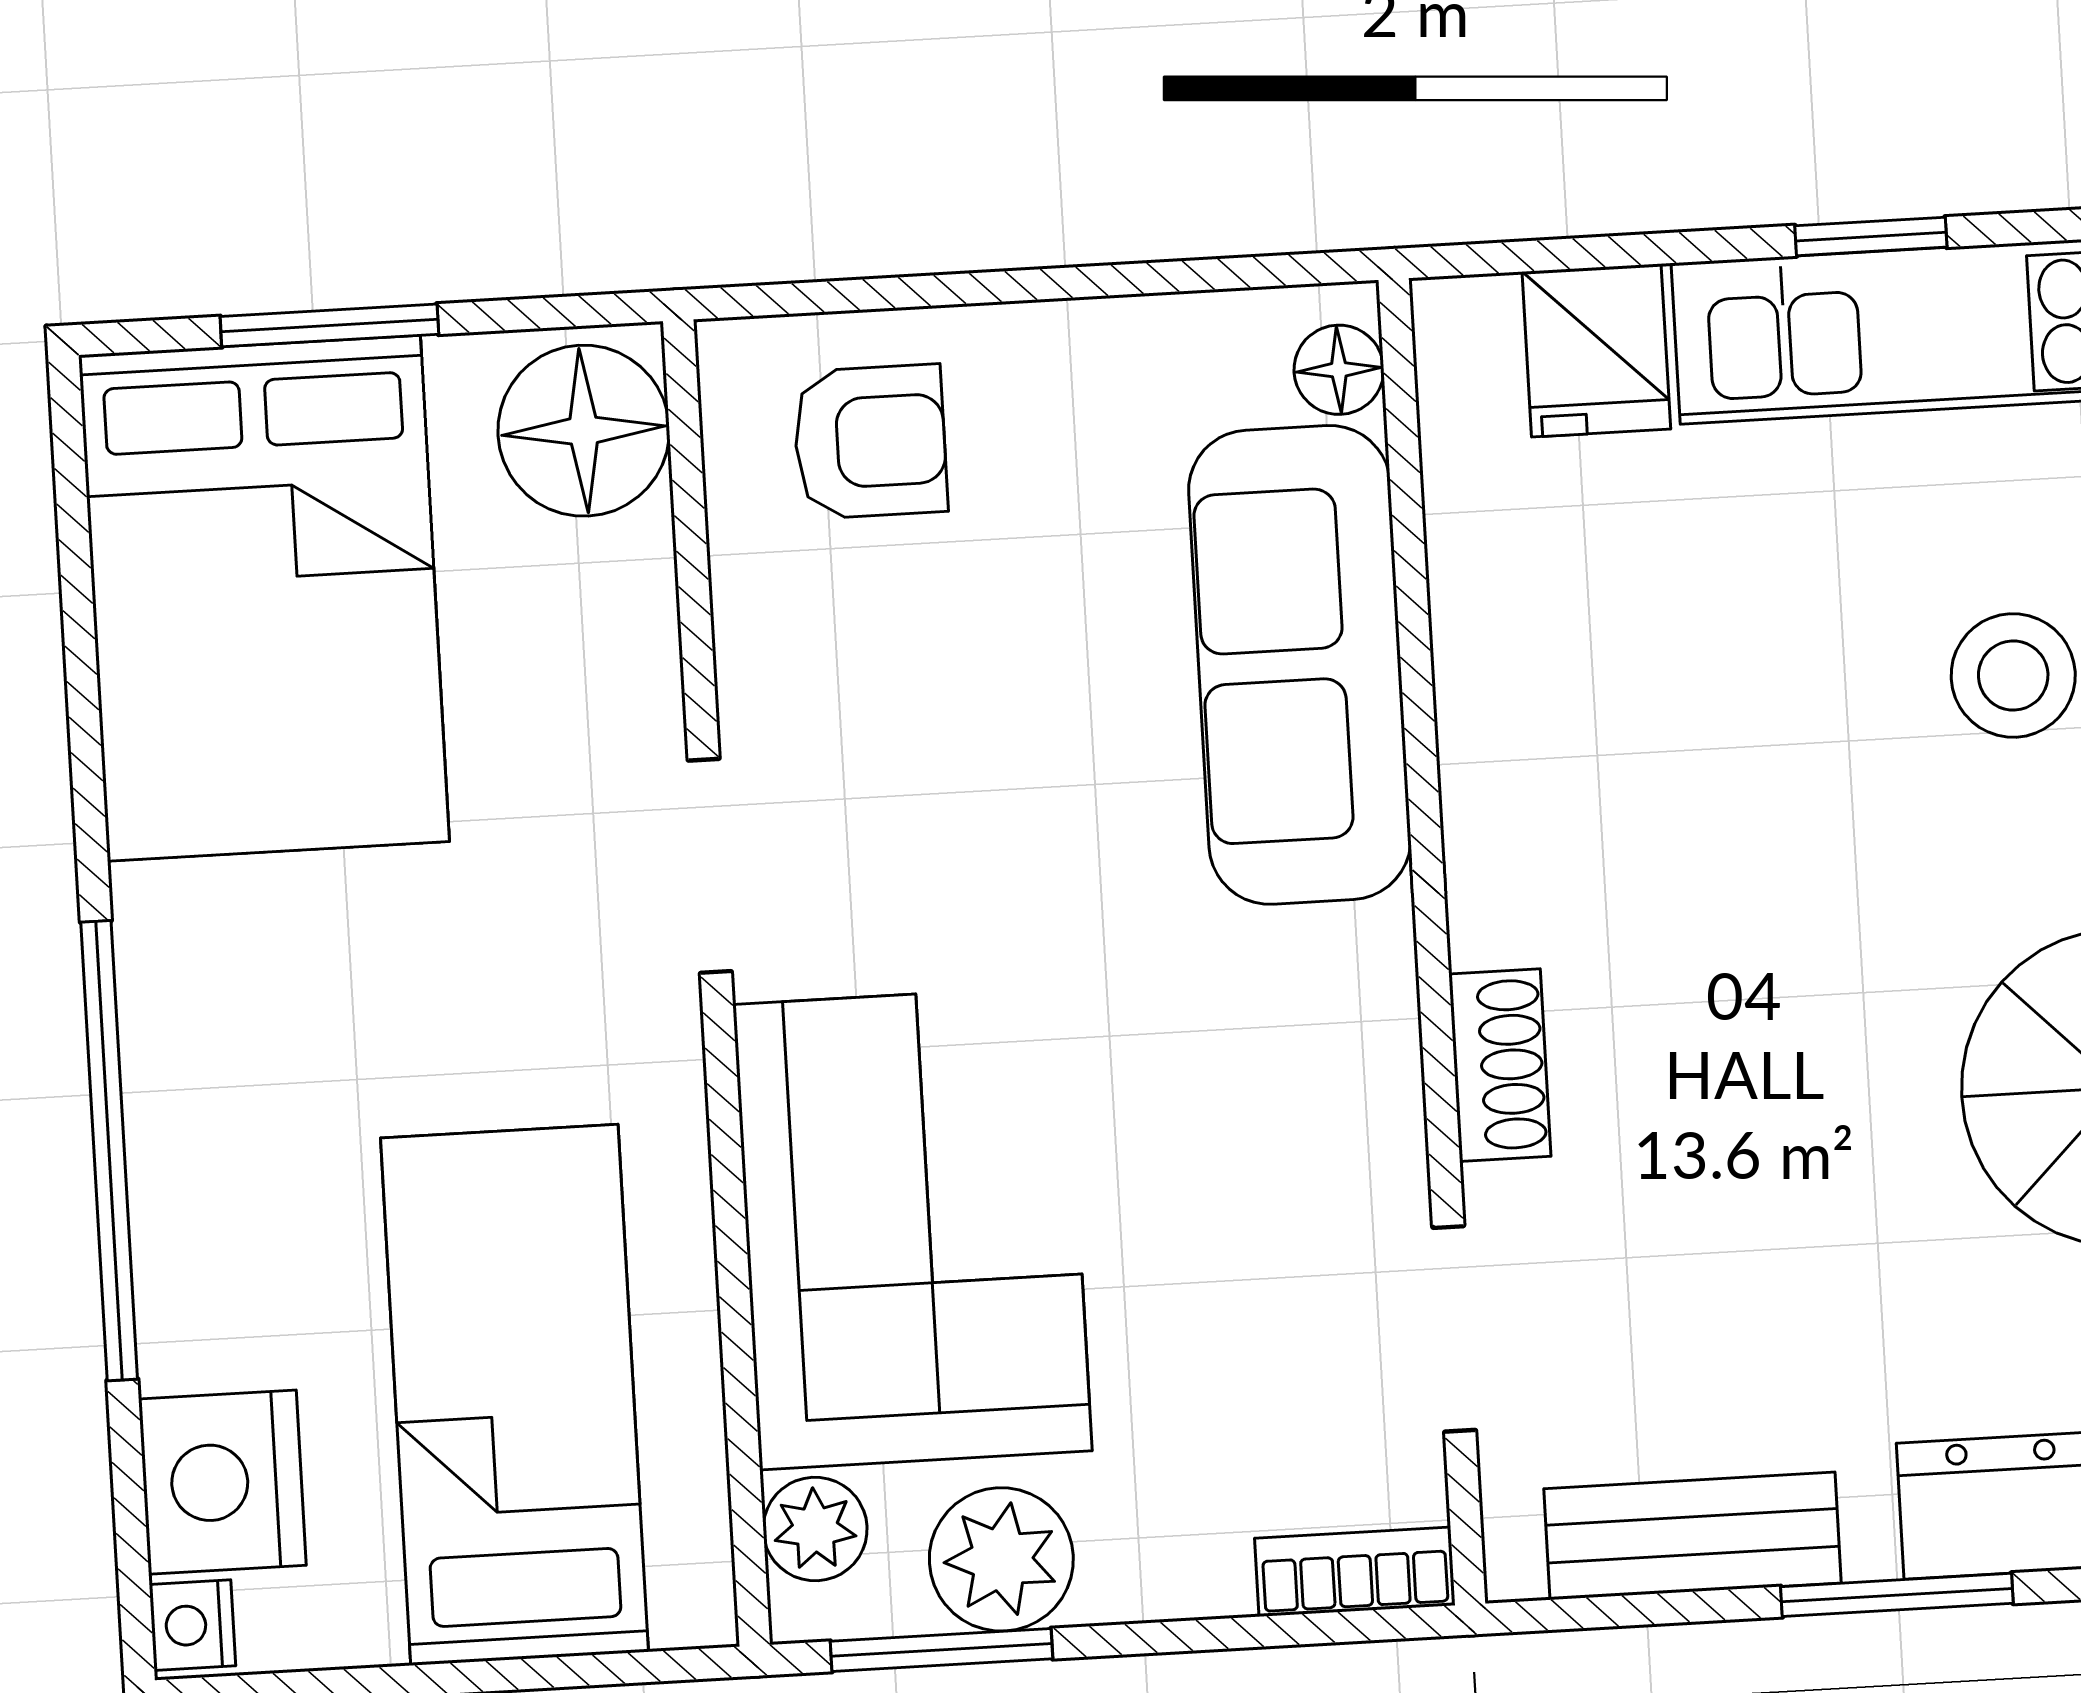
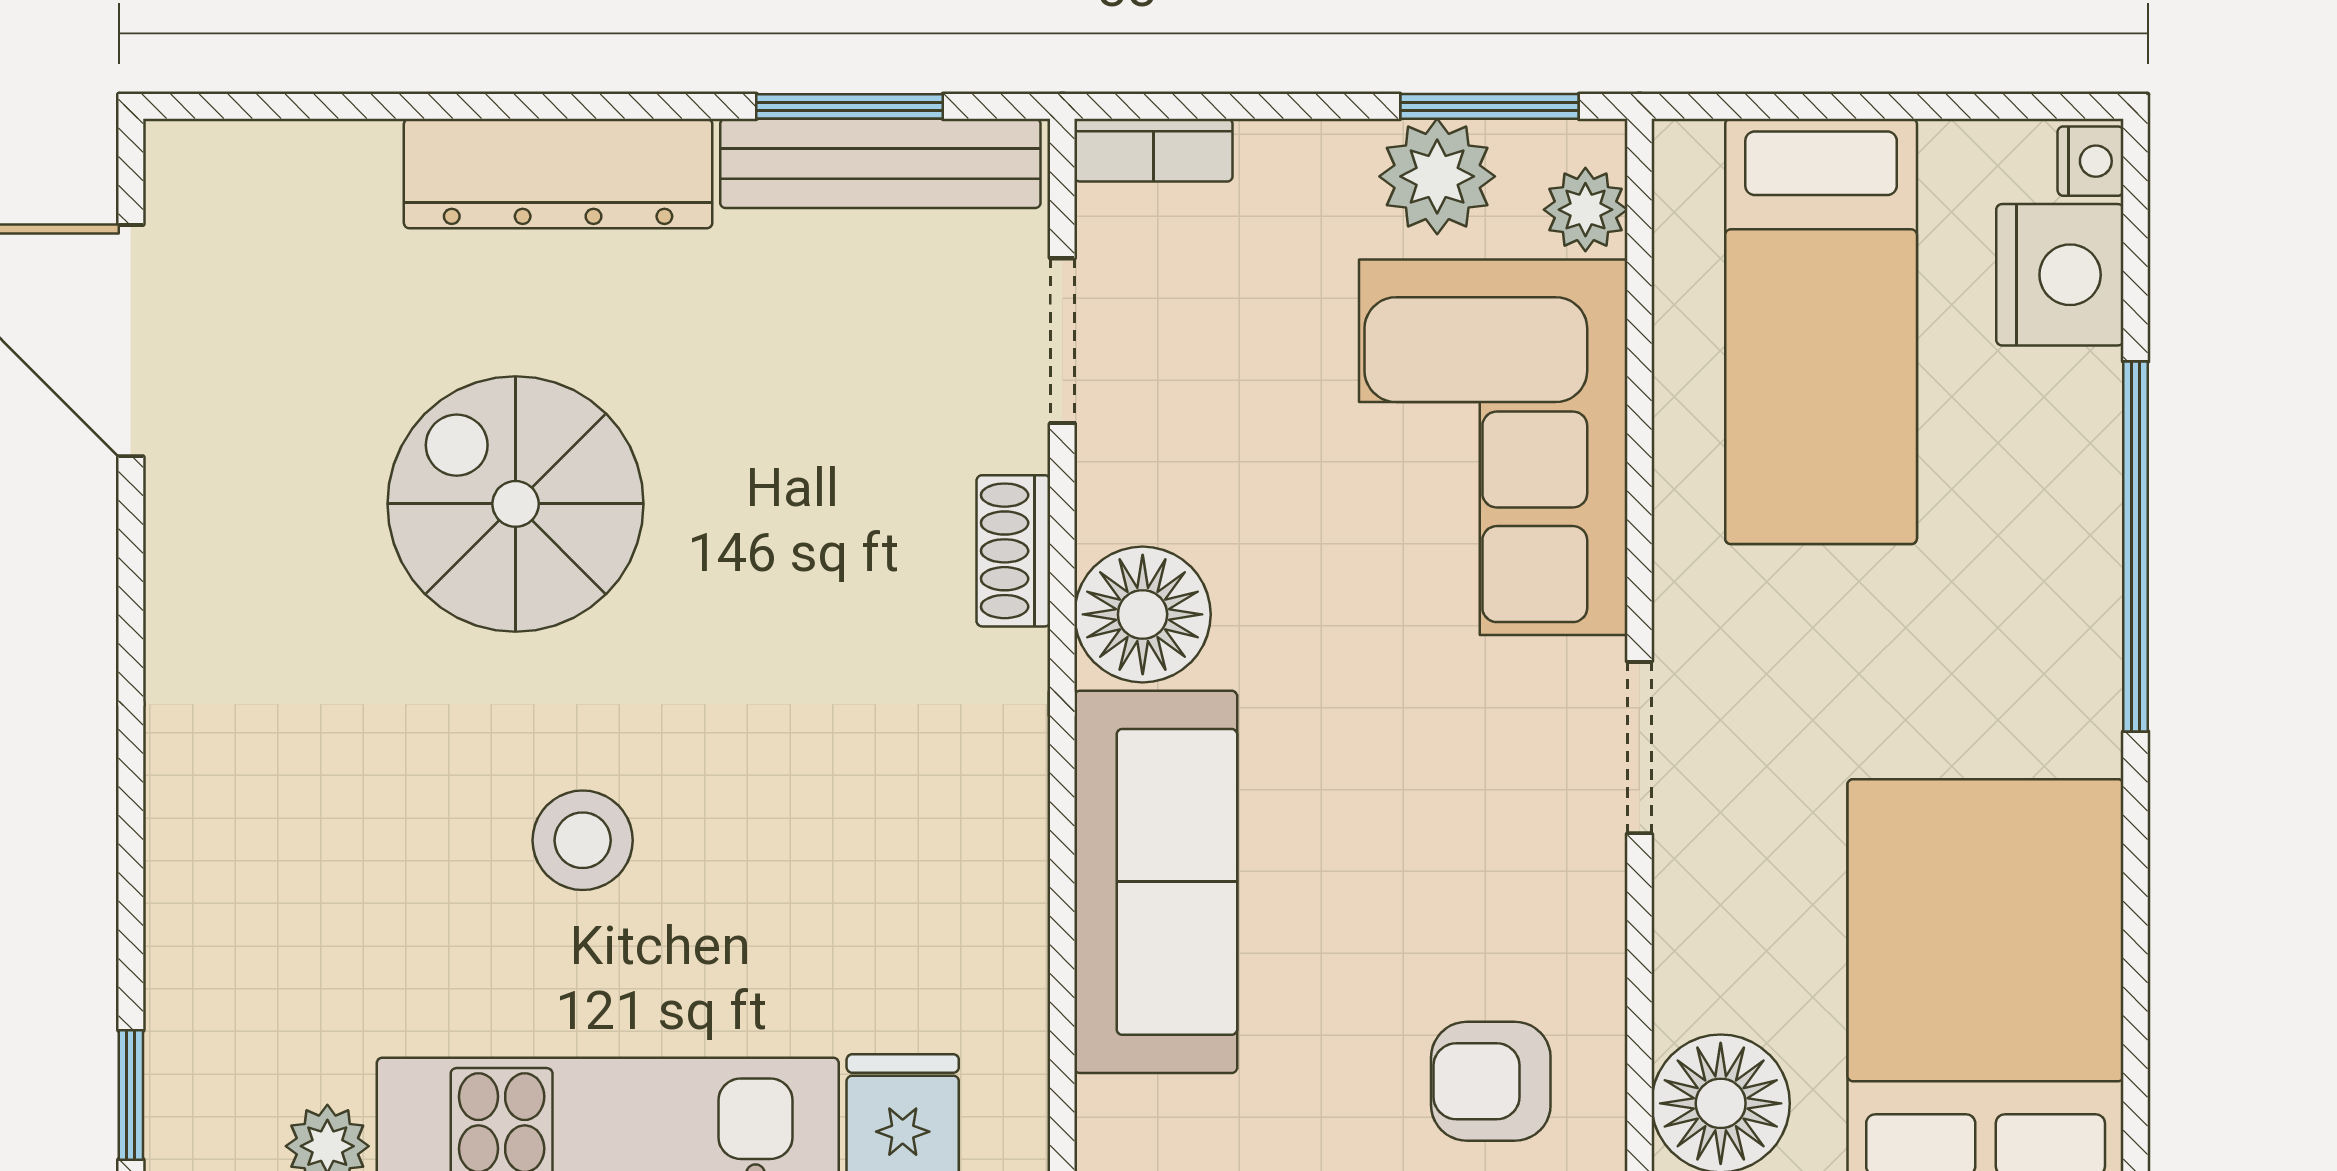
floor lamp: (1339, 370) -> (1143, 614), moved, width x1.89, depth x1.89
bench: (1693, 1536) -> (880, 163), width x1.36
window: (1897, 1595) -> (850, 106), moved

